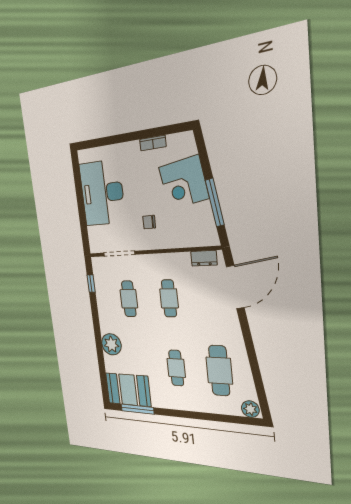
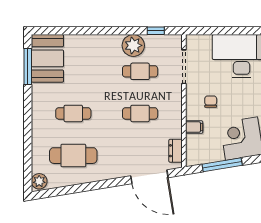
filing cabinet: (177, 239) -> (194, 127), added
plant: (111, 344) -> (133, 45), moved

